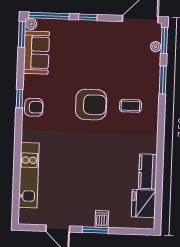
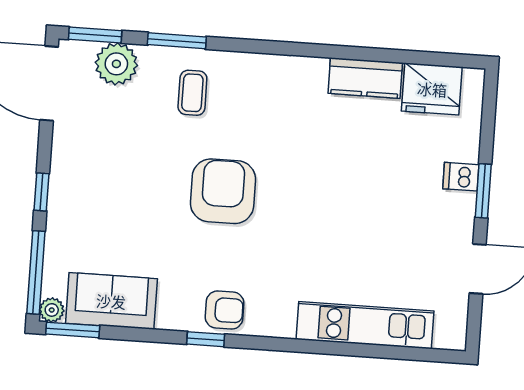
plant: (156, 47) -> (116, 64), width x1.88, depth x1.88
coffee table: (130, 106) -> (192, 93), moved
armchair: (34, 107) -> (225, 310), turned 90

